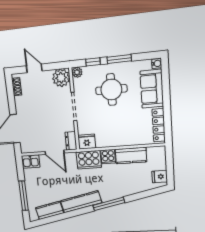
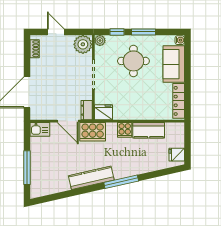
cooker: (89, 160) -> (93, 132), moved
kitchen counter: (49, 210) -> (55, 186), removed

